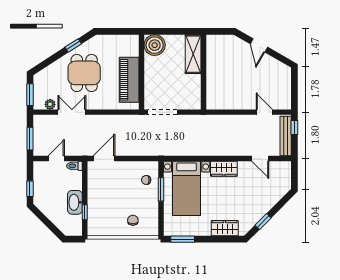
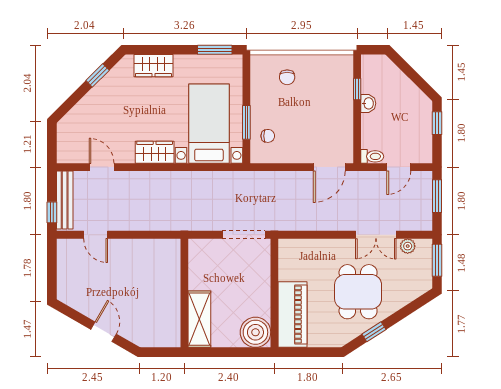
piano: (129, 80) -> (293, 314), moved
washbasin: (75, 202) -> (368, 103), width x0.52, depth x0.69

